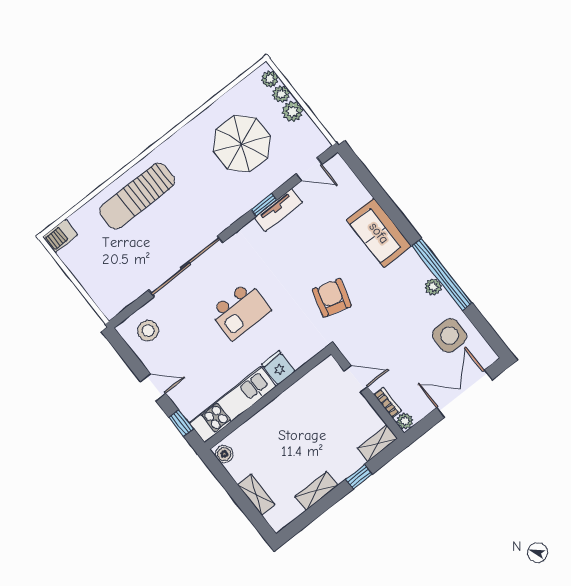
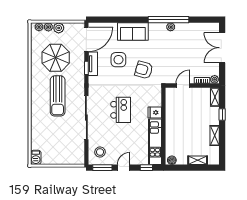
door: (309, 169) -> (86, 39), width x1.87
sun lounger: (137, 196) -> (58, 96), moved
side table: (450, 336) -> (118, 60), moved
window: (126, 354) -> (102, 168), added

